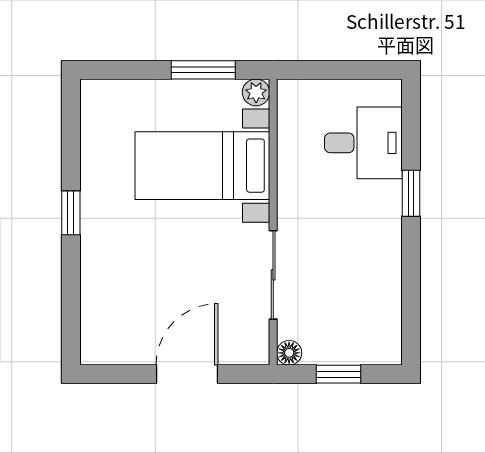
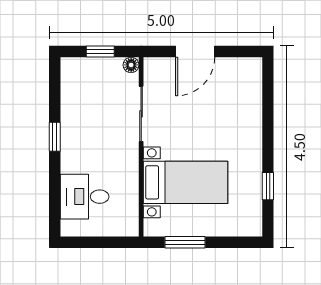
plant: (256, 92) -> (152, 228), removed
window: (411, 193) -> (55, 137), moved
window: (71, 213) -> (268, 186), moved

